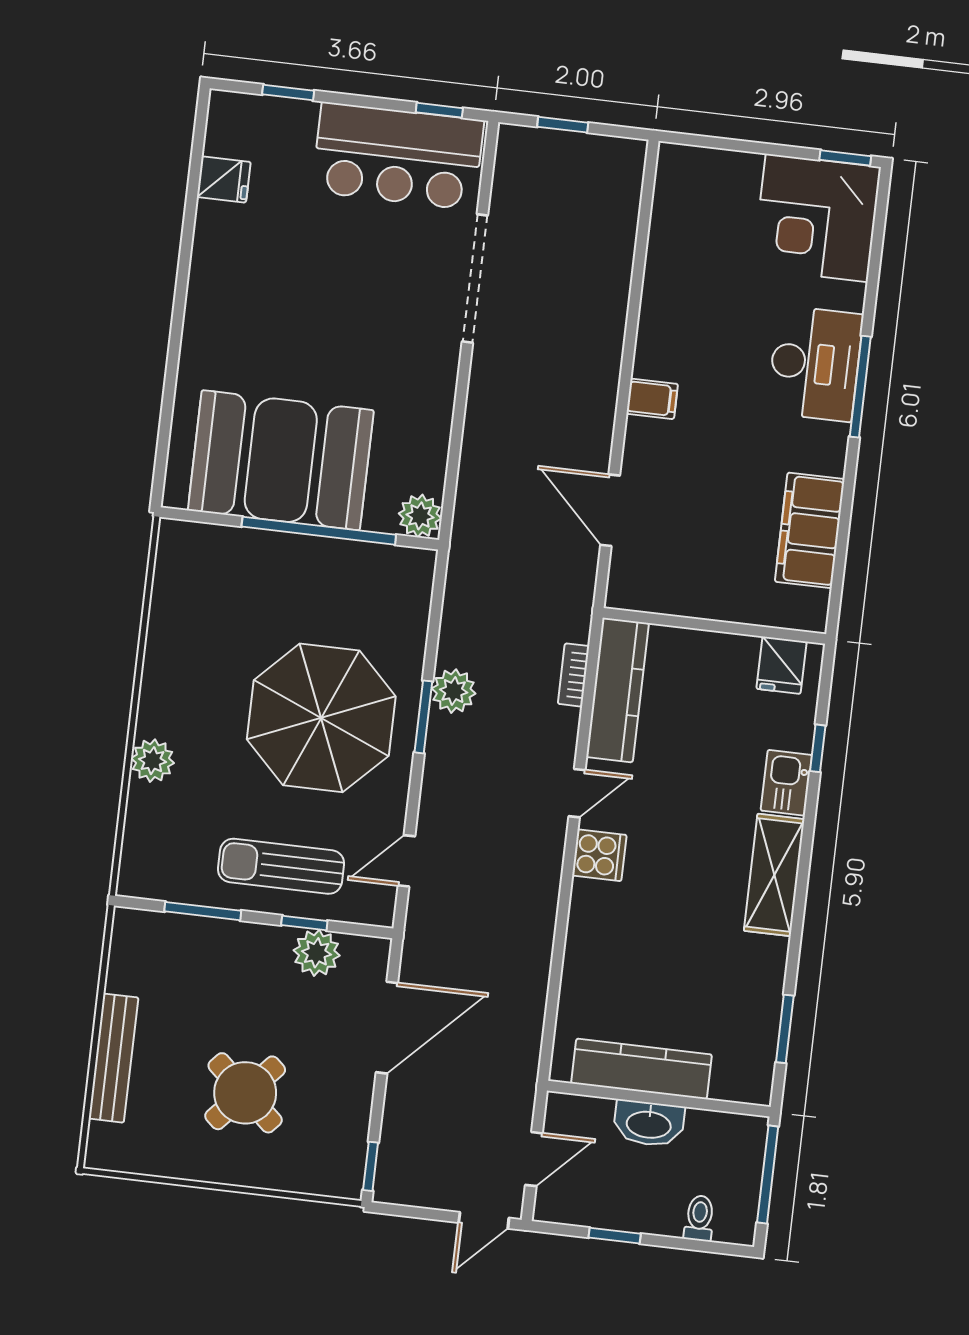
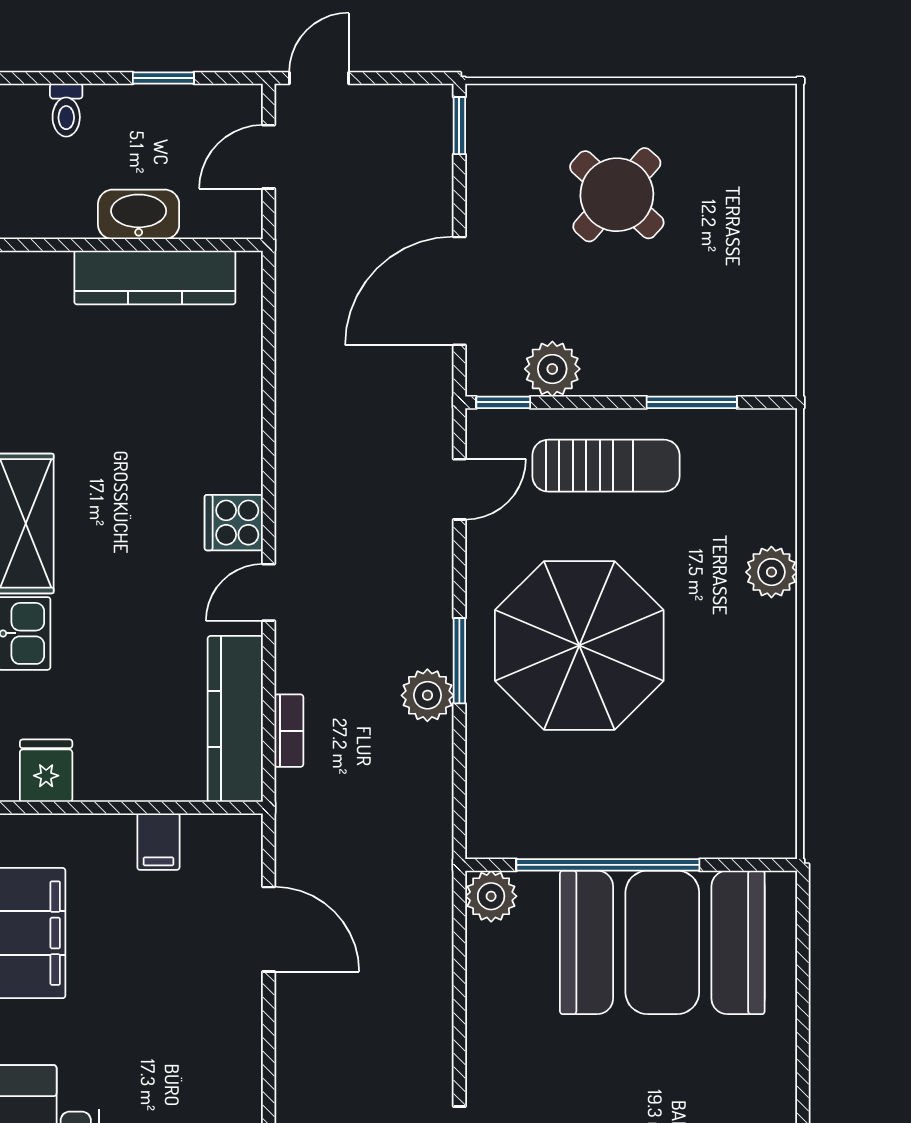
filing cabinet: (652, 399) -> (158, 842), moved, turned -90
window: (304, 923) -> (503, 402), moved
bench: (114, 1058) -> (776, 217), removed

